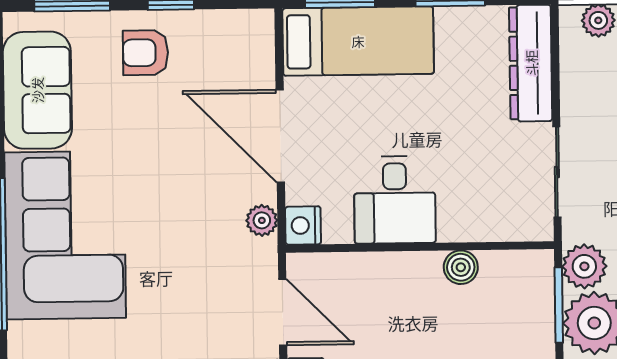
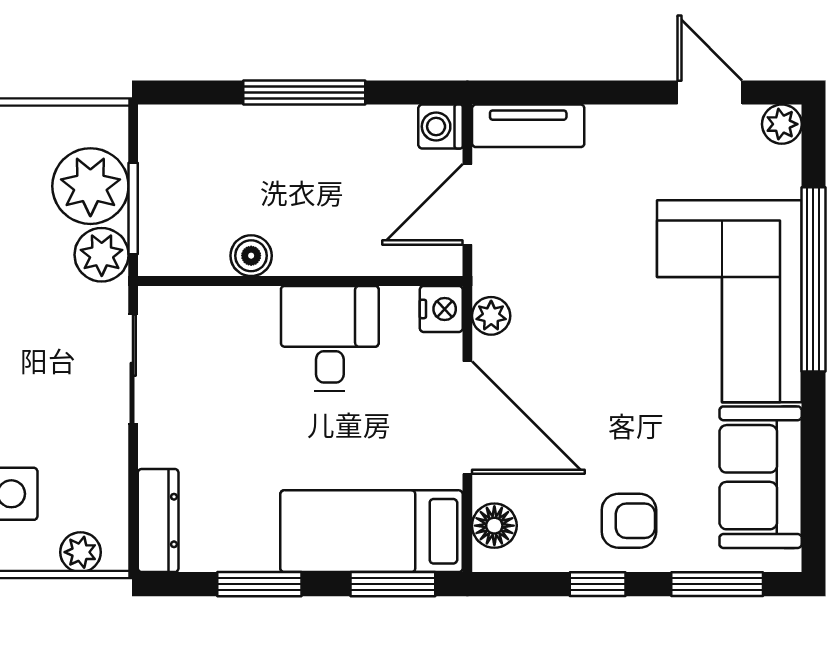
floor lamp: (257, 47) -> (494, 526), added
dresser: (531, 63) -> (158, 521), width x0.73, depth x0.80
door: (283, 312) -> (467, 204), hinge flipped

